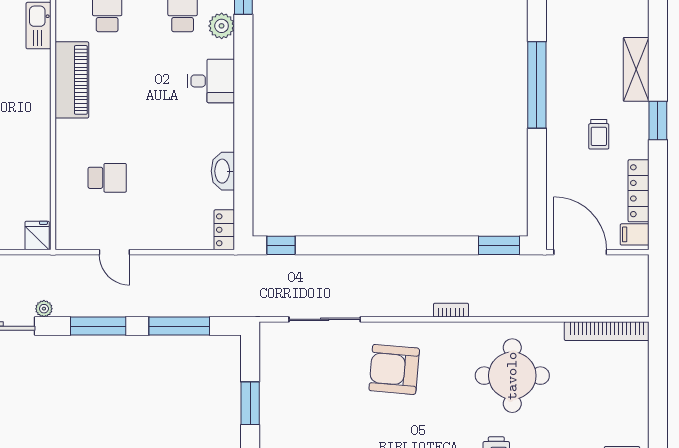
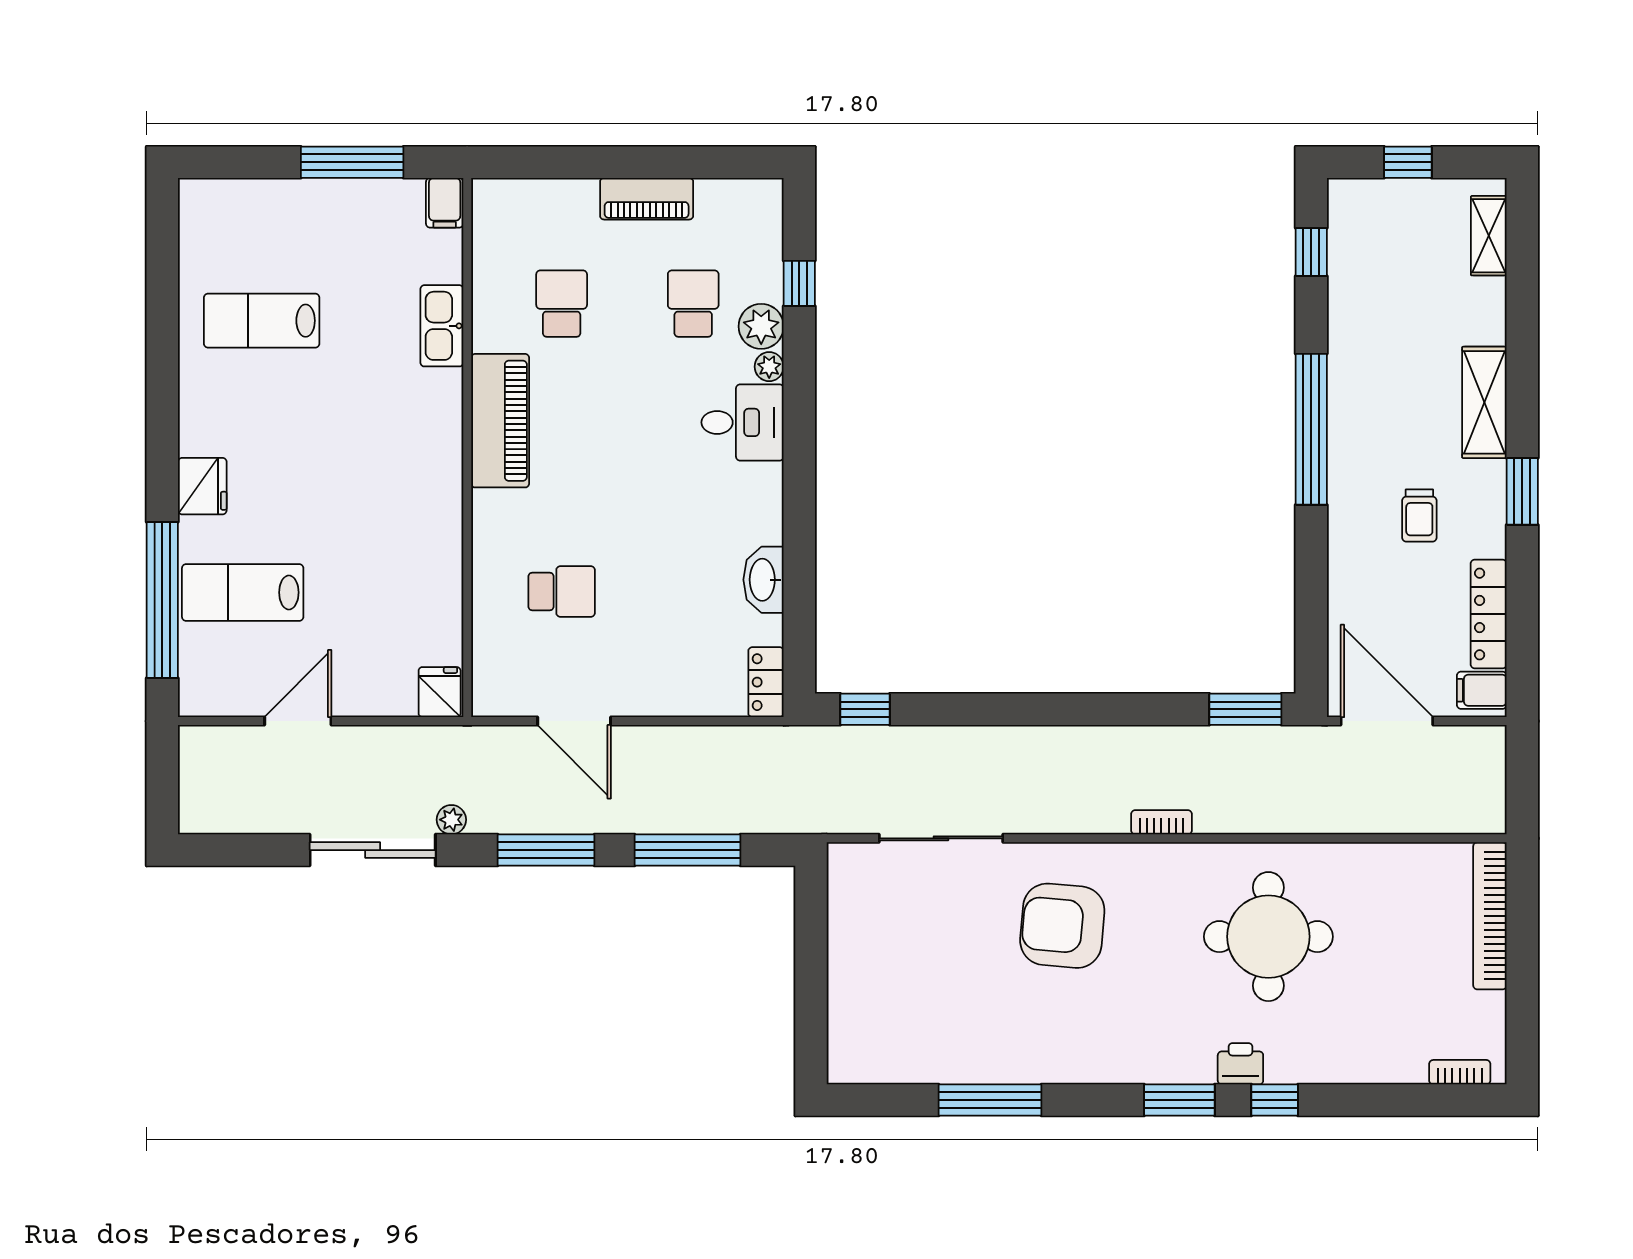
plant: (226, 49) -> (769, 367), added
door: (114, 252) -> (574, 721), width x1.38
bookcase: (607, 331) -> (1490, 916), moved, turned 90
window: (250, 403) -> (811, 985), removed

